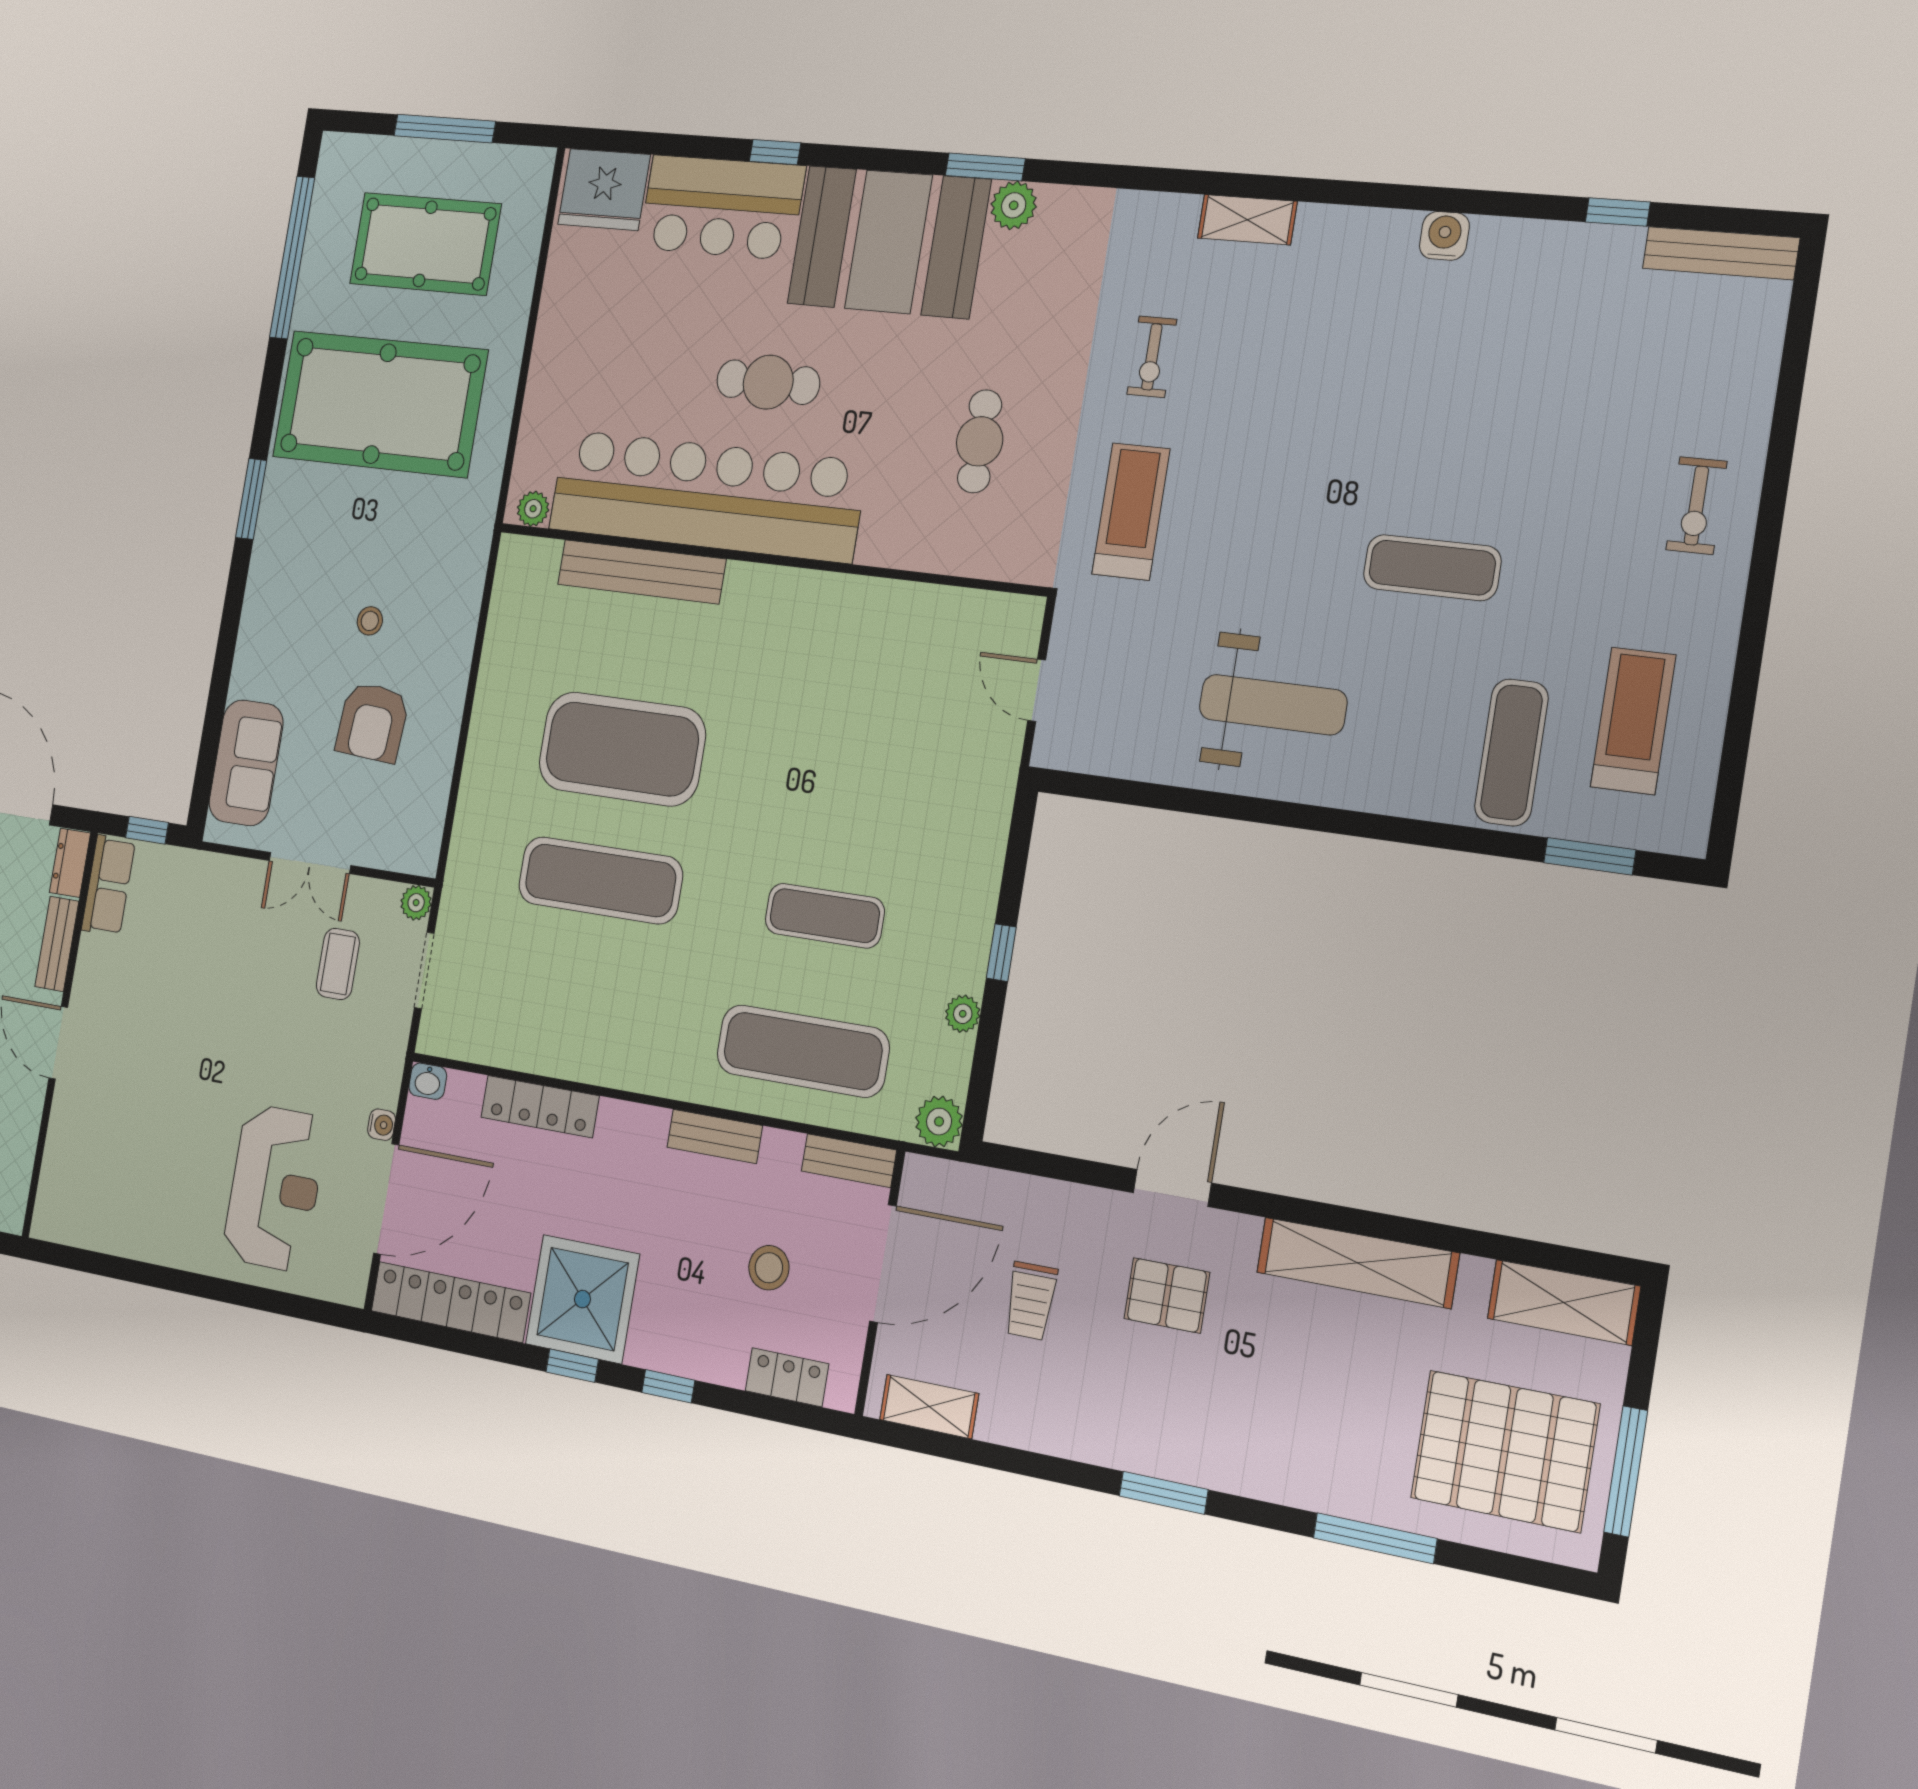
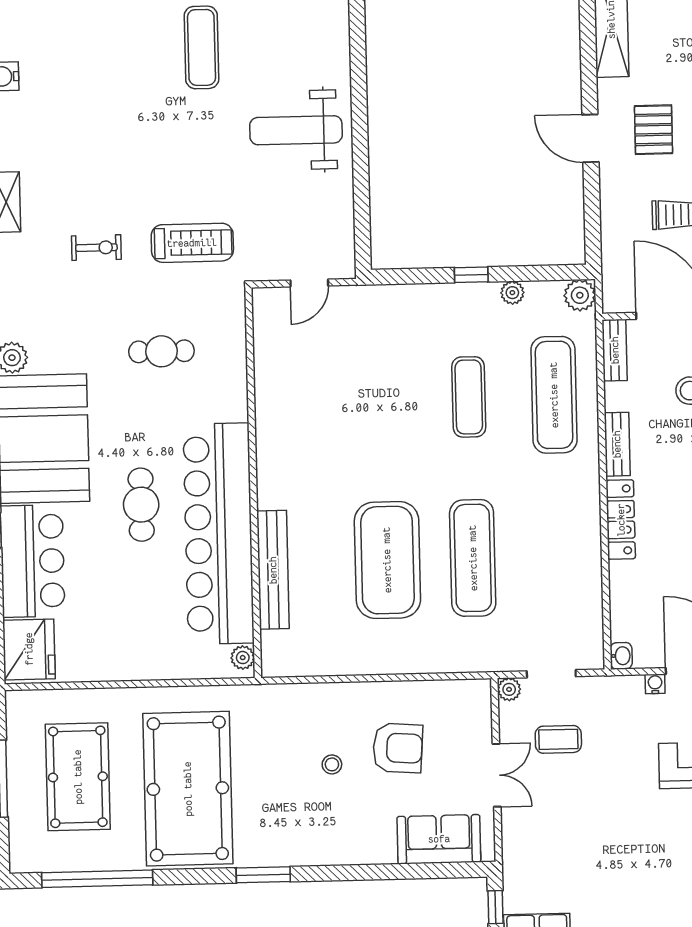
treadmill: (1131, 512) -> (192, 243), turned 180
weight bench: (1273, 705) -> (296, 130), turned -90
locker: (540, 1107) -> (621, 520), moved

